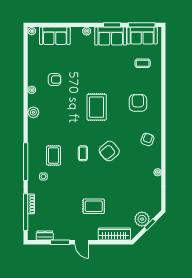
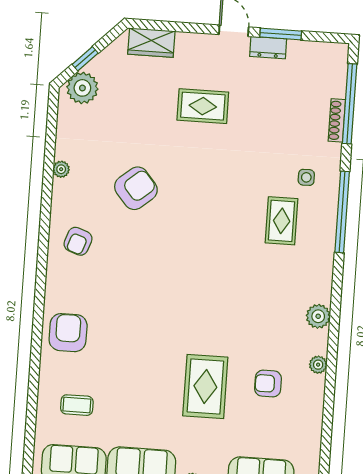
armchair: (138, 103) -> (68, 333), moved, turned 180
rug: (97, 107) -> (205, 387), moved
armchair: (109, 151) -> (136, 188), moved
coffee table: (83, 153) -> (218, 221), removed
plant: (142, 219) -> (82, 88), moved
wardrobe: (114, 234) -> (151, 43), width x0.67
dresser: (45, 236) -> (268, 48), moved

